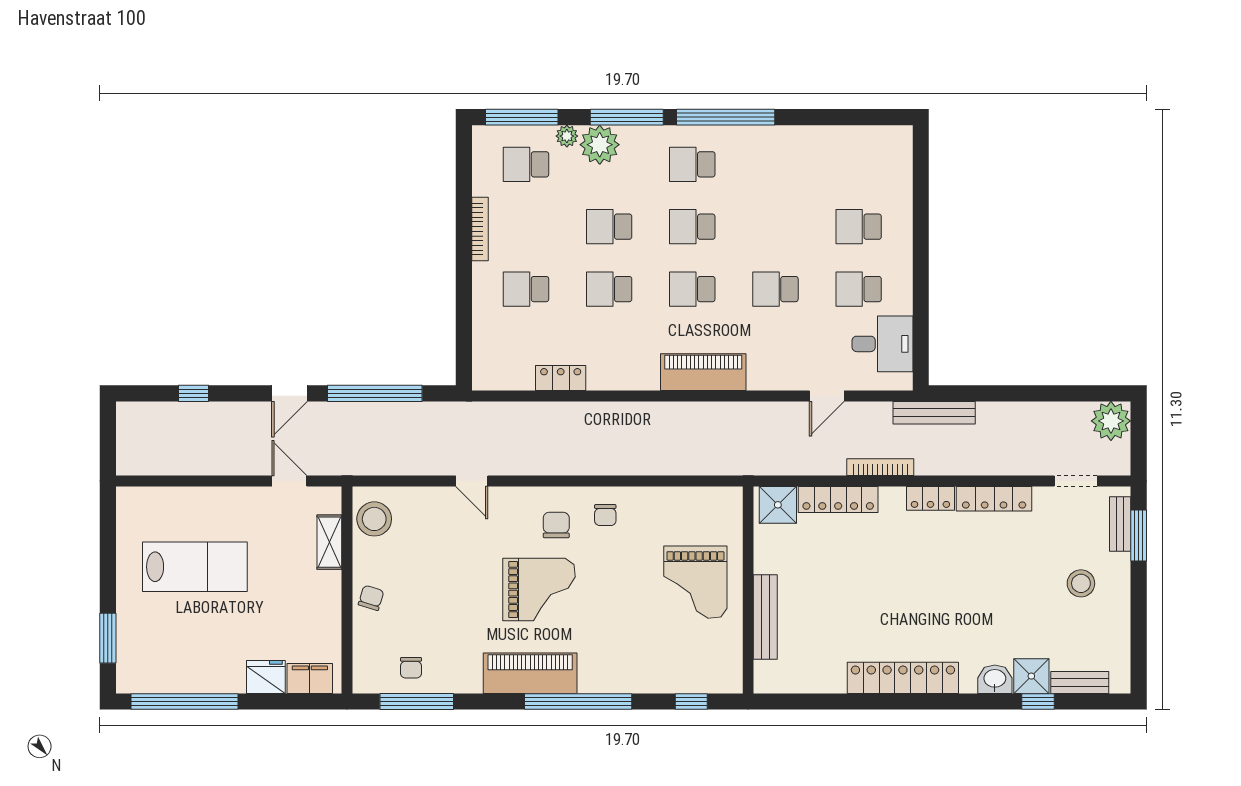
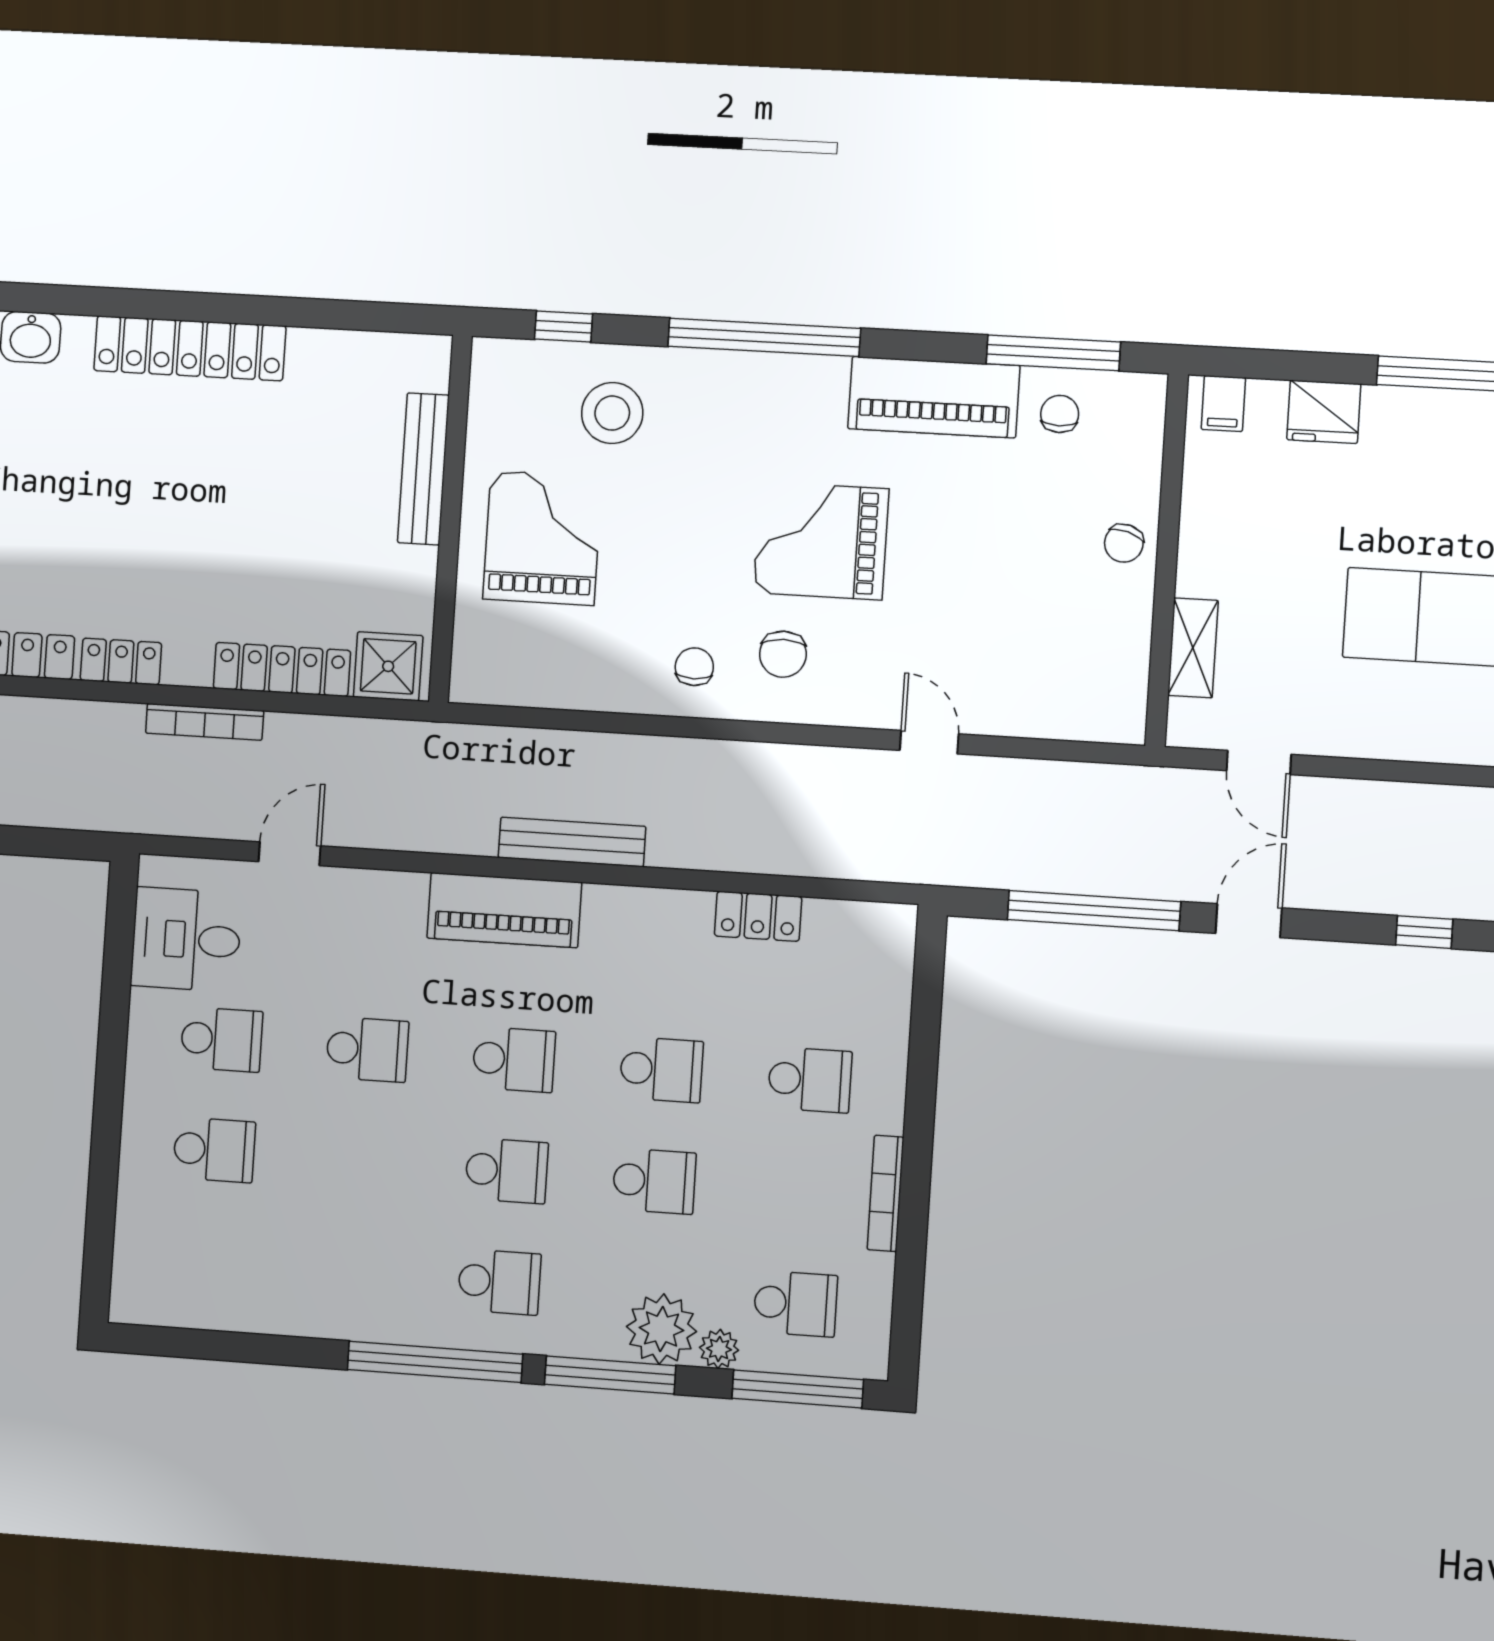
bench: (934, 413) -> (572, 842), moved
stool: (374, 519) -> (612, 413), moved
piano: (530, 673) -> (934, 397), moved
filing cabinet: (310, 678) -> (1223, 404), width x0.50

